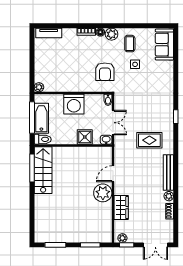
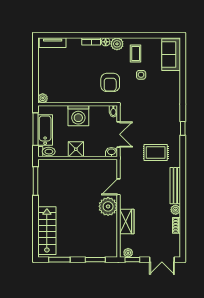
shower: (85, 137) -> (76, 149), moved
stairs: (43, 170) -> (47, 231), moved

